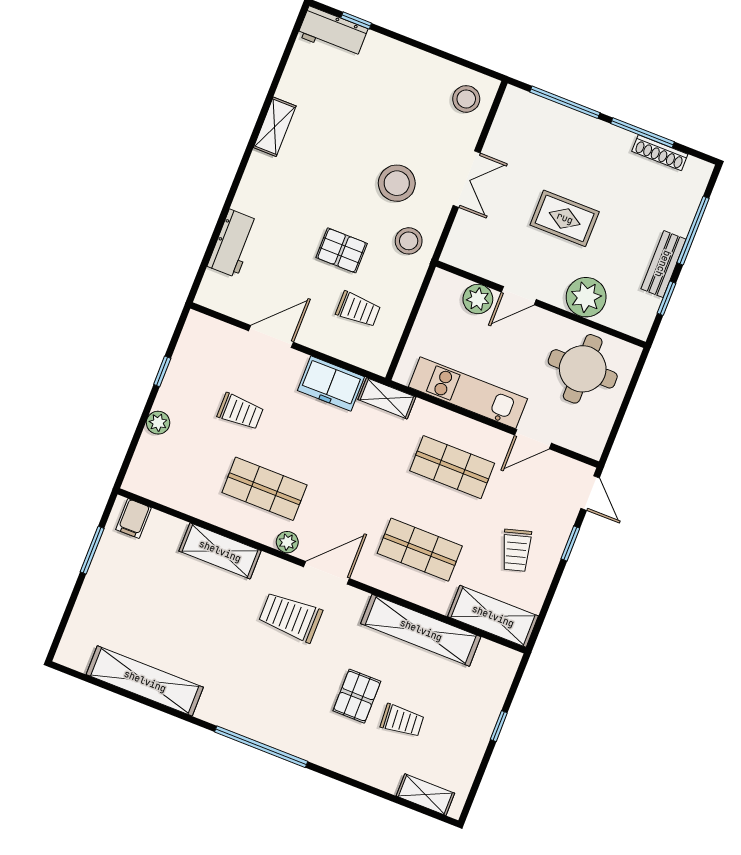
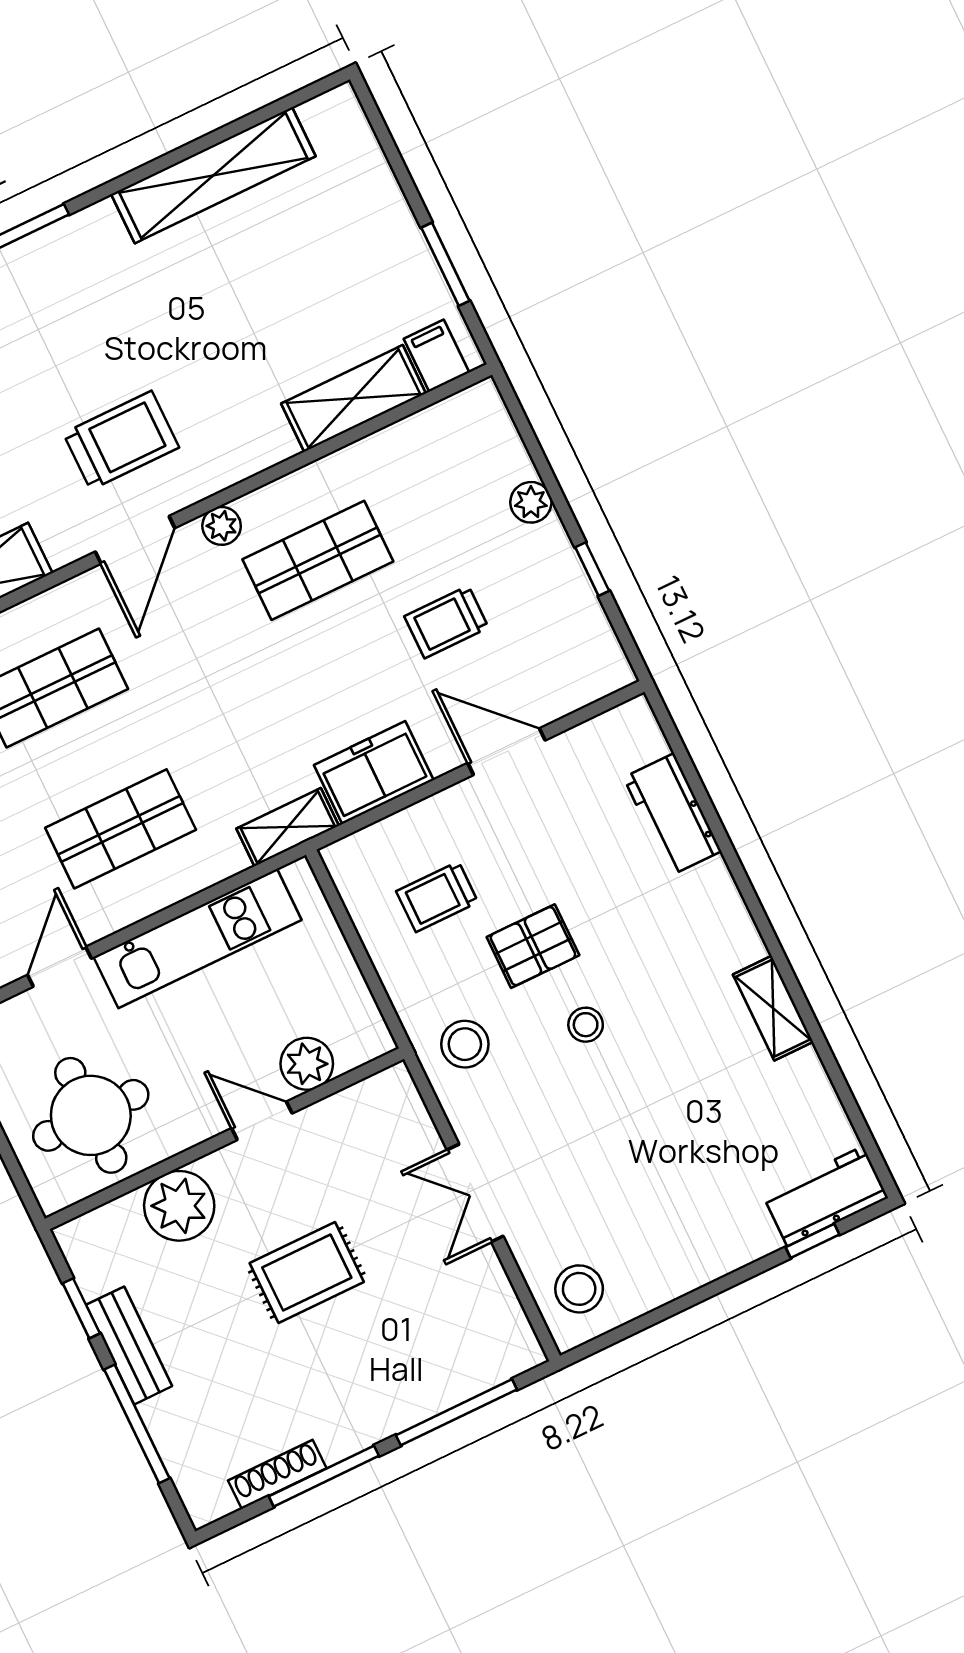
stool: (397, 183) -> (586, 1025), moved, width x0.53, depth x0.53
door: (519, 296) -> (262, 1121), hinge flipped
door: (271, 337) -> (507, 752), swing flipped
shelving: (220, 551) -> (353, 398), moved

